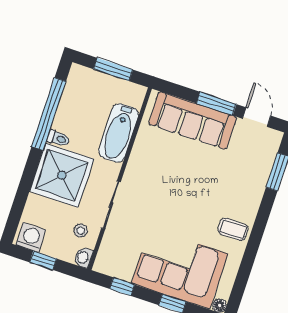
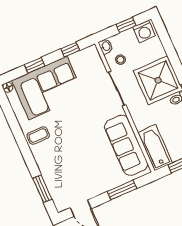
window: (216, 104) -> (122, 190), moved
sofa: (193, 120) -> (126, 145), moved, turned -90
bathtub: (119, 133) -> (155, 148), moved

